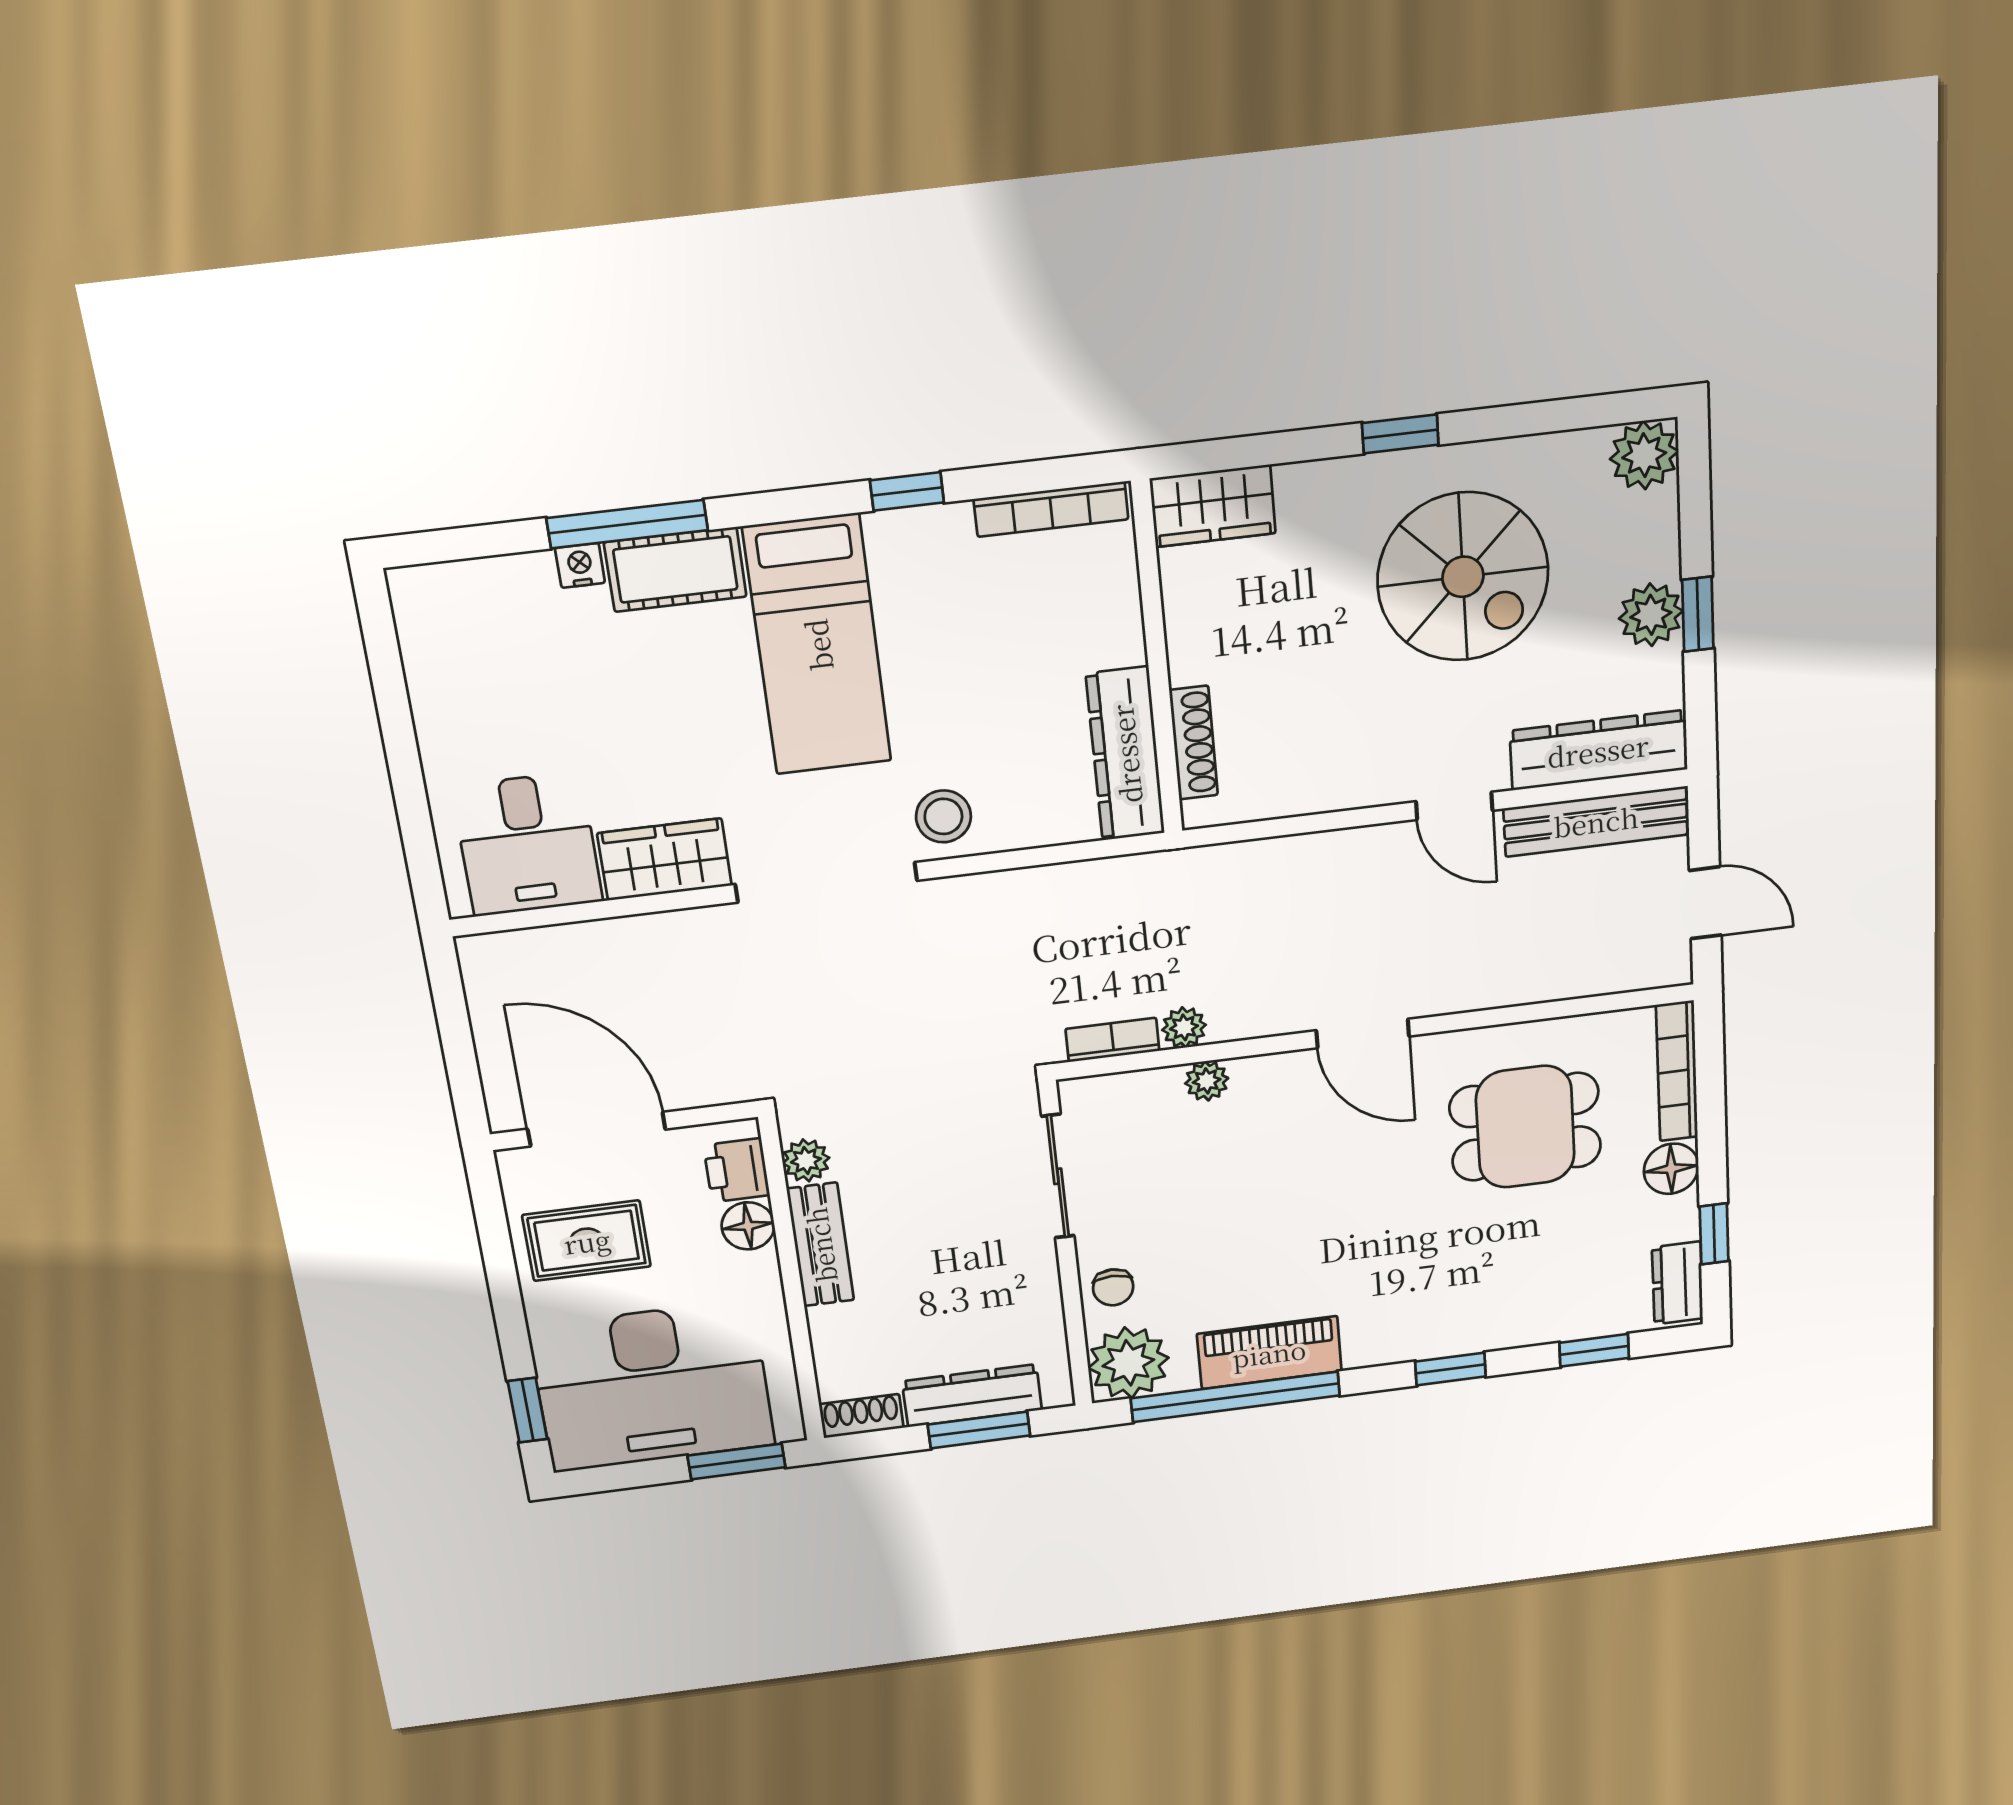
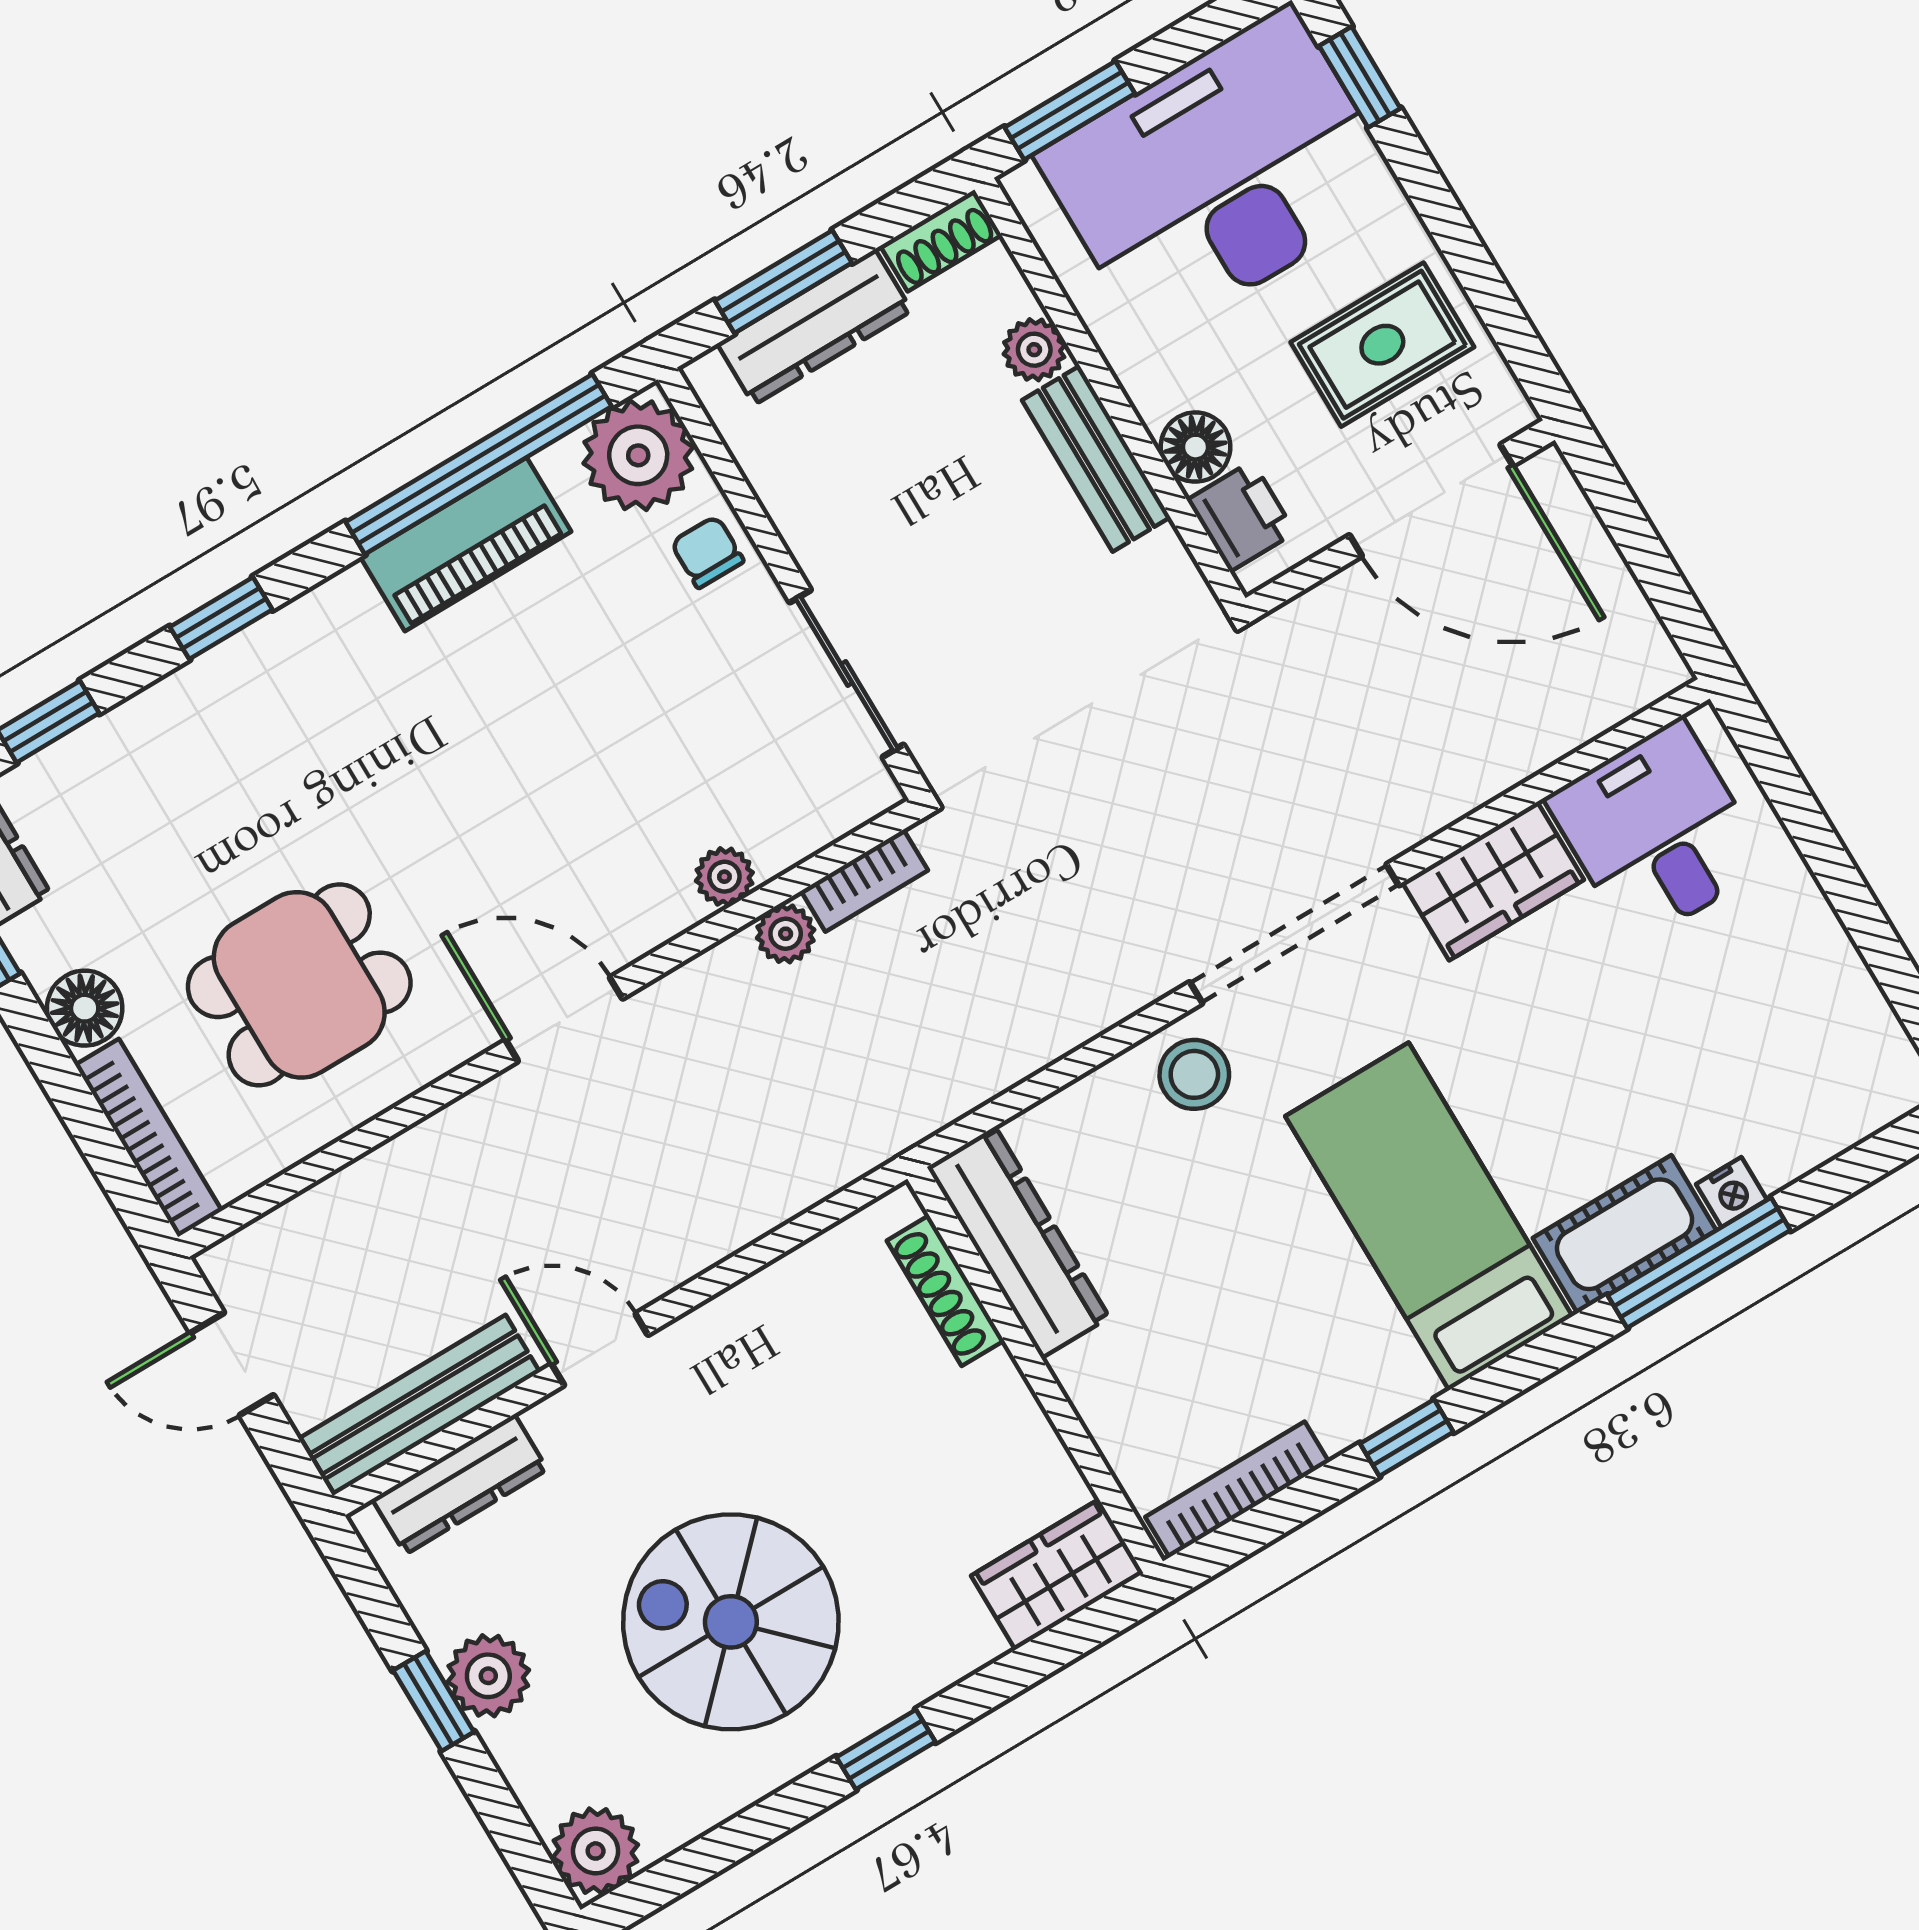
dresser: (1598, 750) -> (460, 1484), width x0.73, depth x0.80
plant: (806, 1160) -> (1034, 350), moved

